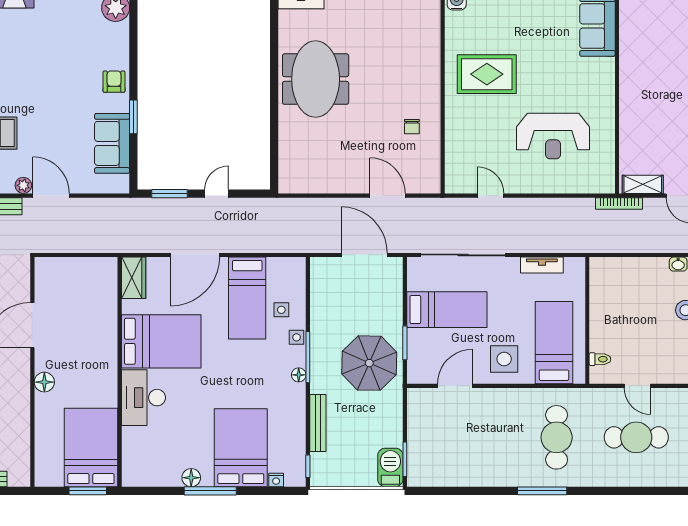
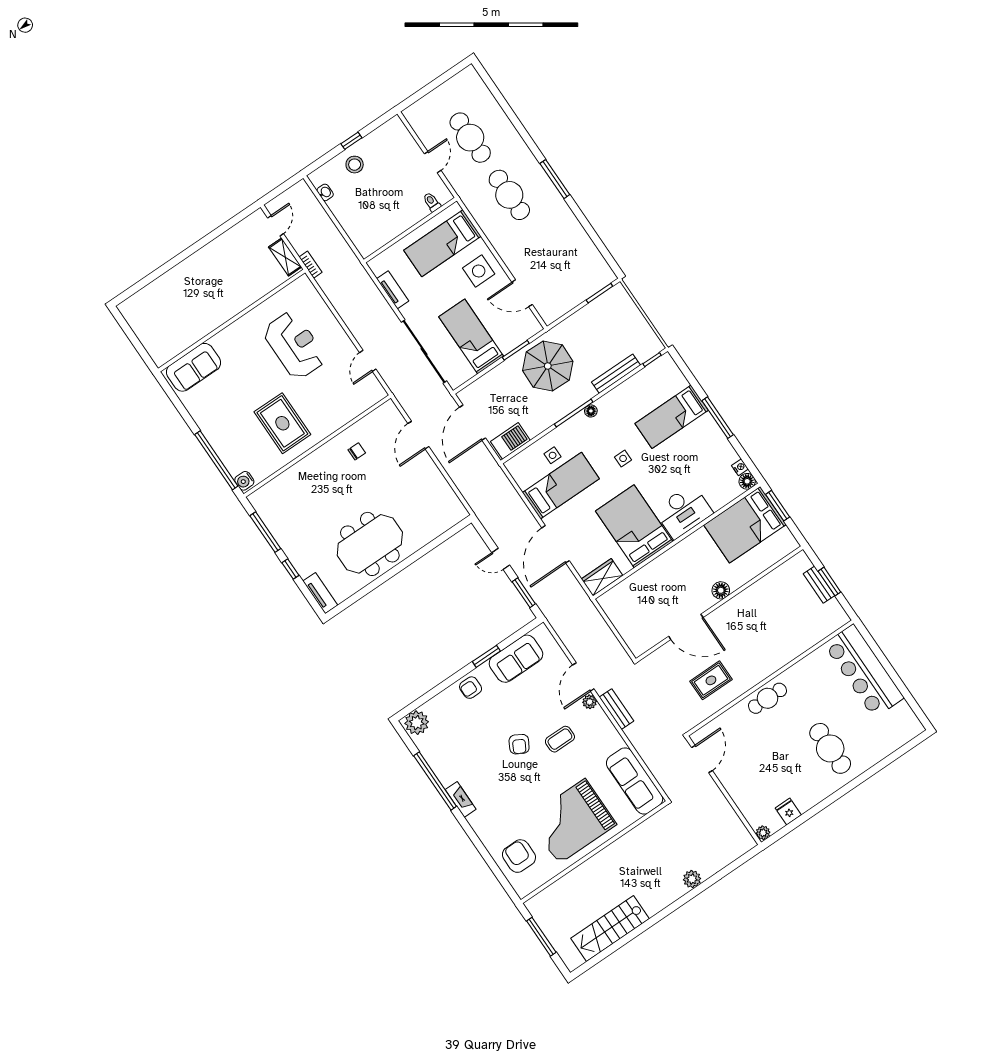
armchair: (29, 91) -> (519, 744), added
bookcase: (619, 203) -> (310, 265), width x0.64
door: (195, 255) -> (556, 544), swing flipped
side table: (297, 337) -> (623, 458), moved
cafe table: (557, 437) -> (509, 195), turned 90
bed: (241, 448) -> (672, 417), width x0.67
barbecue: (390, 467) -> (510, 441), moved, turned 180
floor lamp: (191, 478) -> (747, 481), moved
nightstand: (276, 480) -> (740, 467), moved

